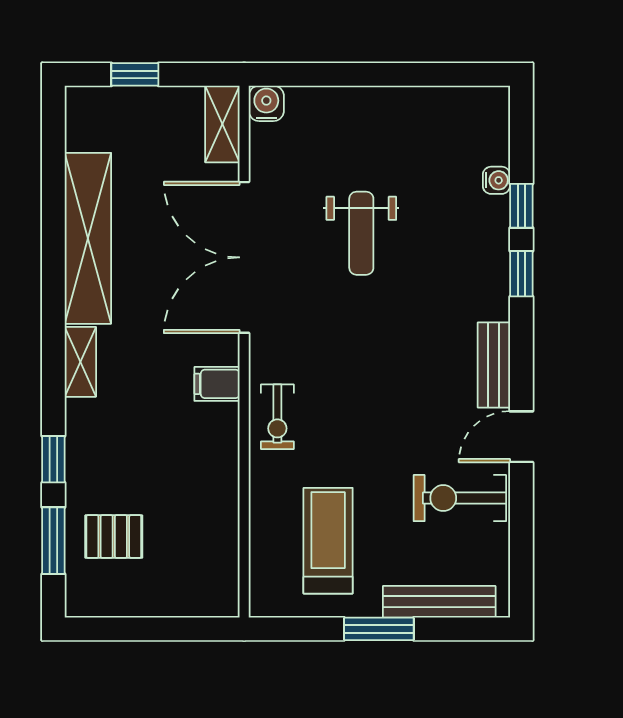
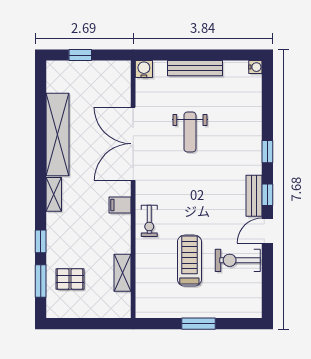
shelving: (222, 124) -> (123, 273), moved
water cooler: (496, 180) -> (255, 67), moved
window: (521, 206) -> (267, 195), moved
treadmill: (328, 541) -> (189, 261), moved
bench: (439, 602) -> (195, 68), moved

